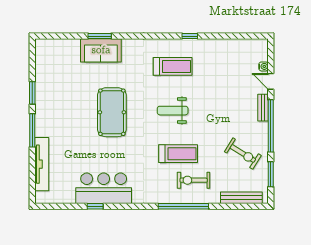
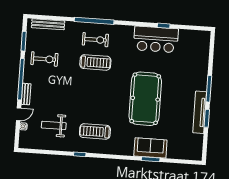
door: (271, 81) -> (19, 114), hinge flipped
weight bench: (173, 111) -> (54, 125), moved, turned 180
pool table: (112, 112) -> (145, 99), width x1.36, depth x1.32
treadmill: (178, 154) -> (95, 62), turned 180
exercise bike: (243, 154) -> (44, 59), turned 148
tv unit: (42, 164) -> (200, 112), moved
exercise bike: (194, 180) -> (95, 40), moved

